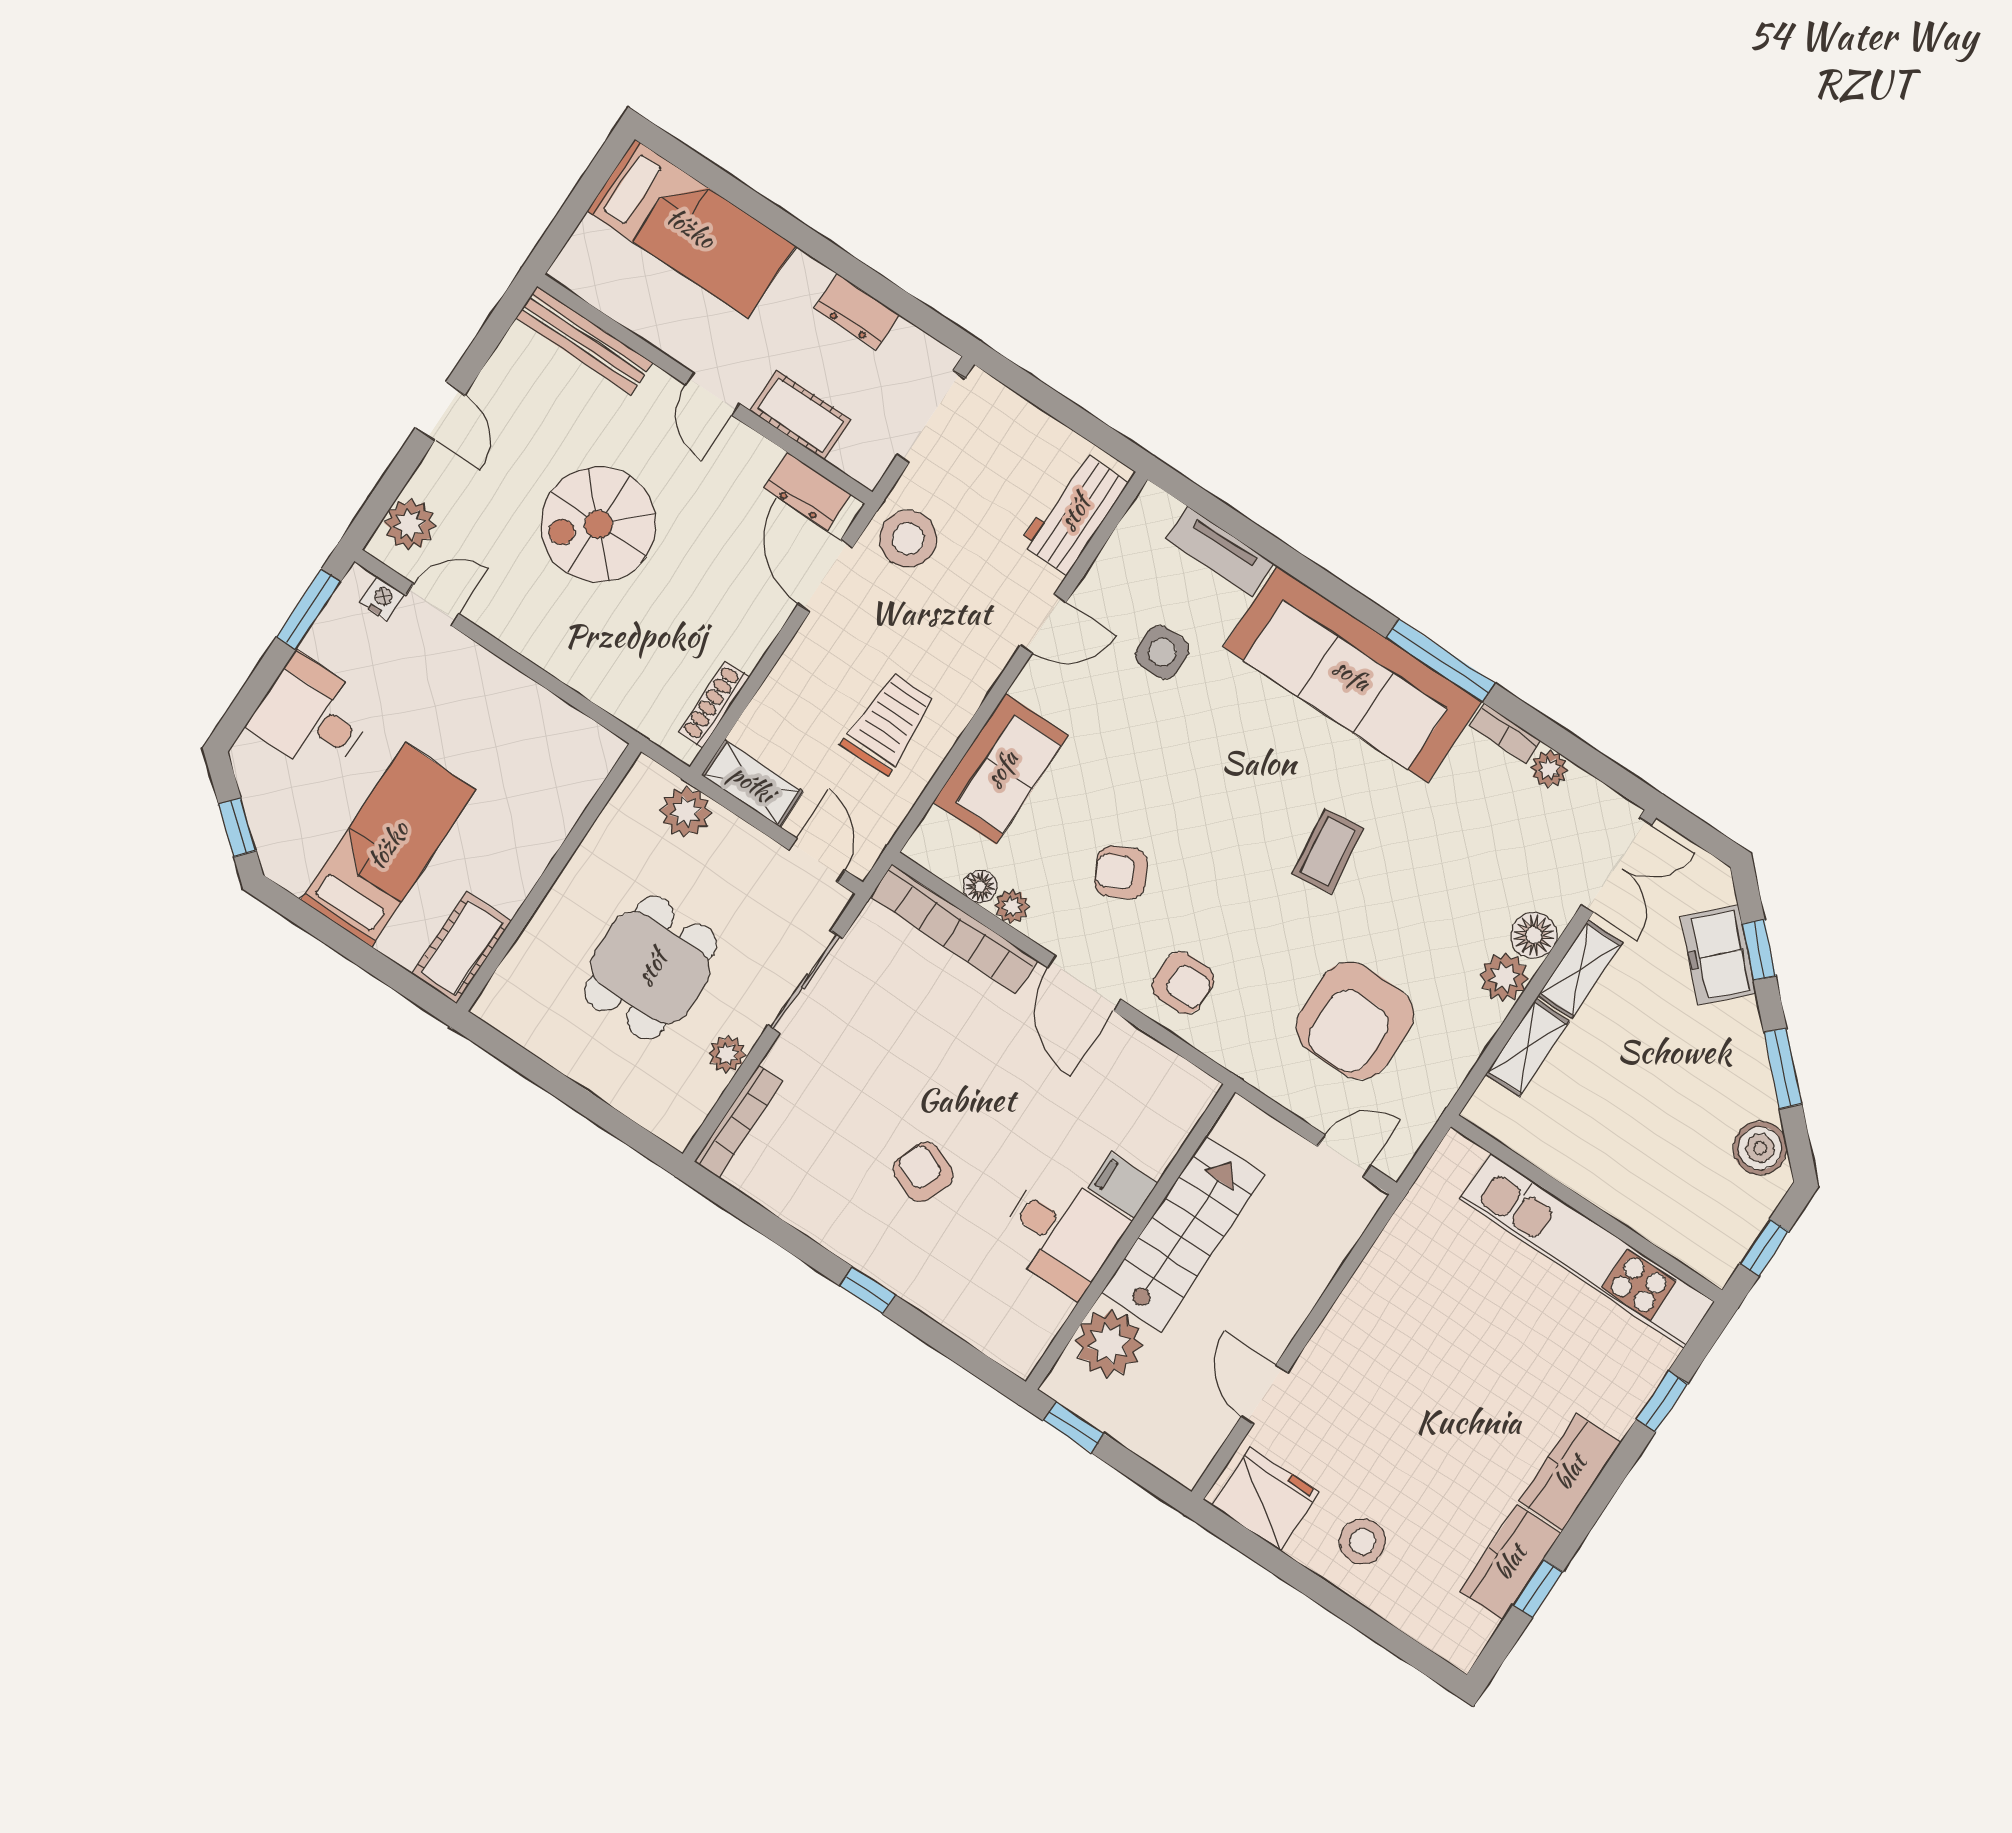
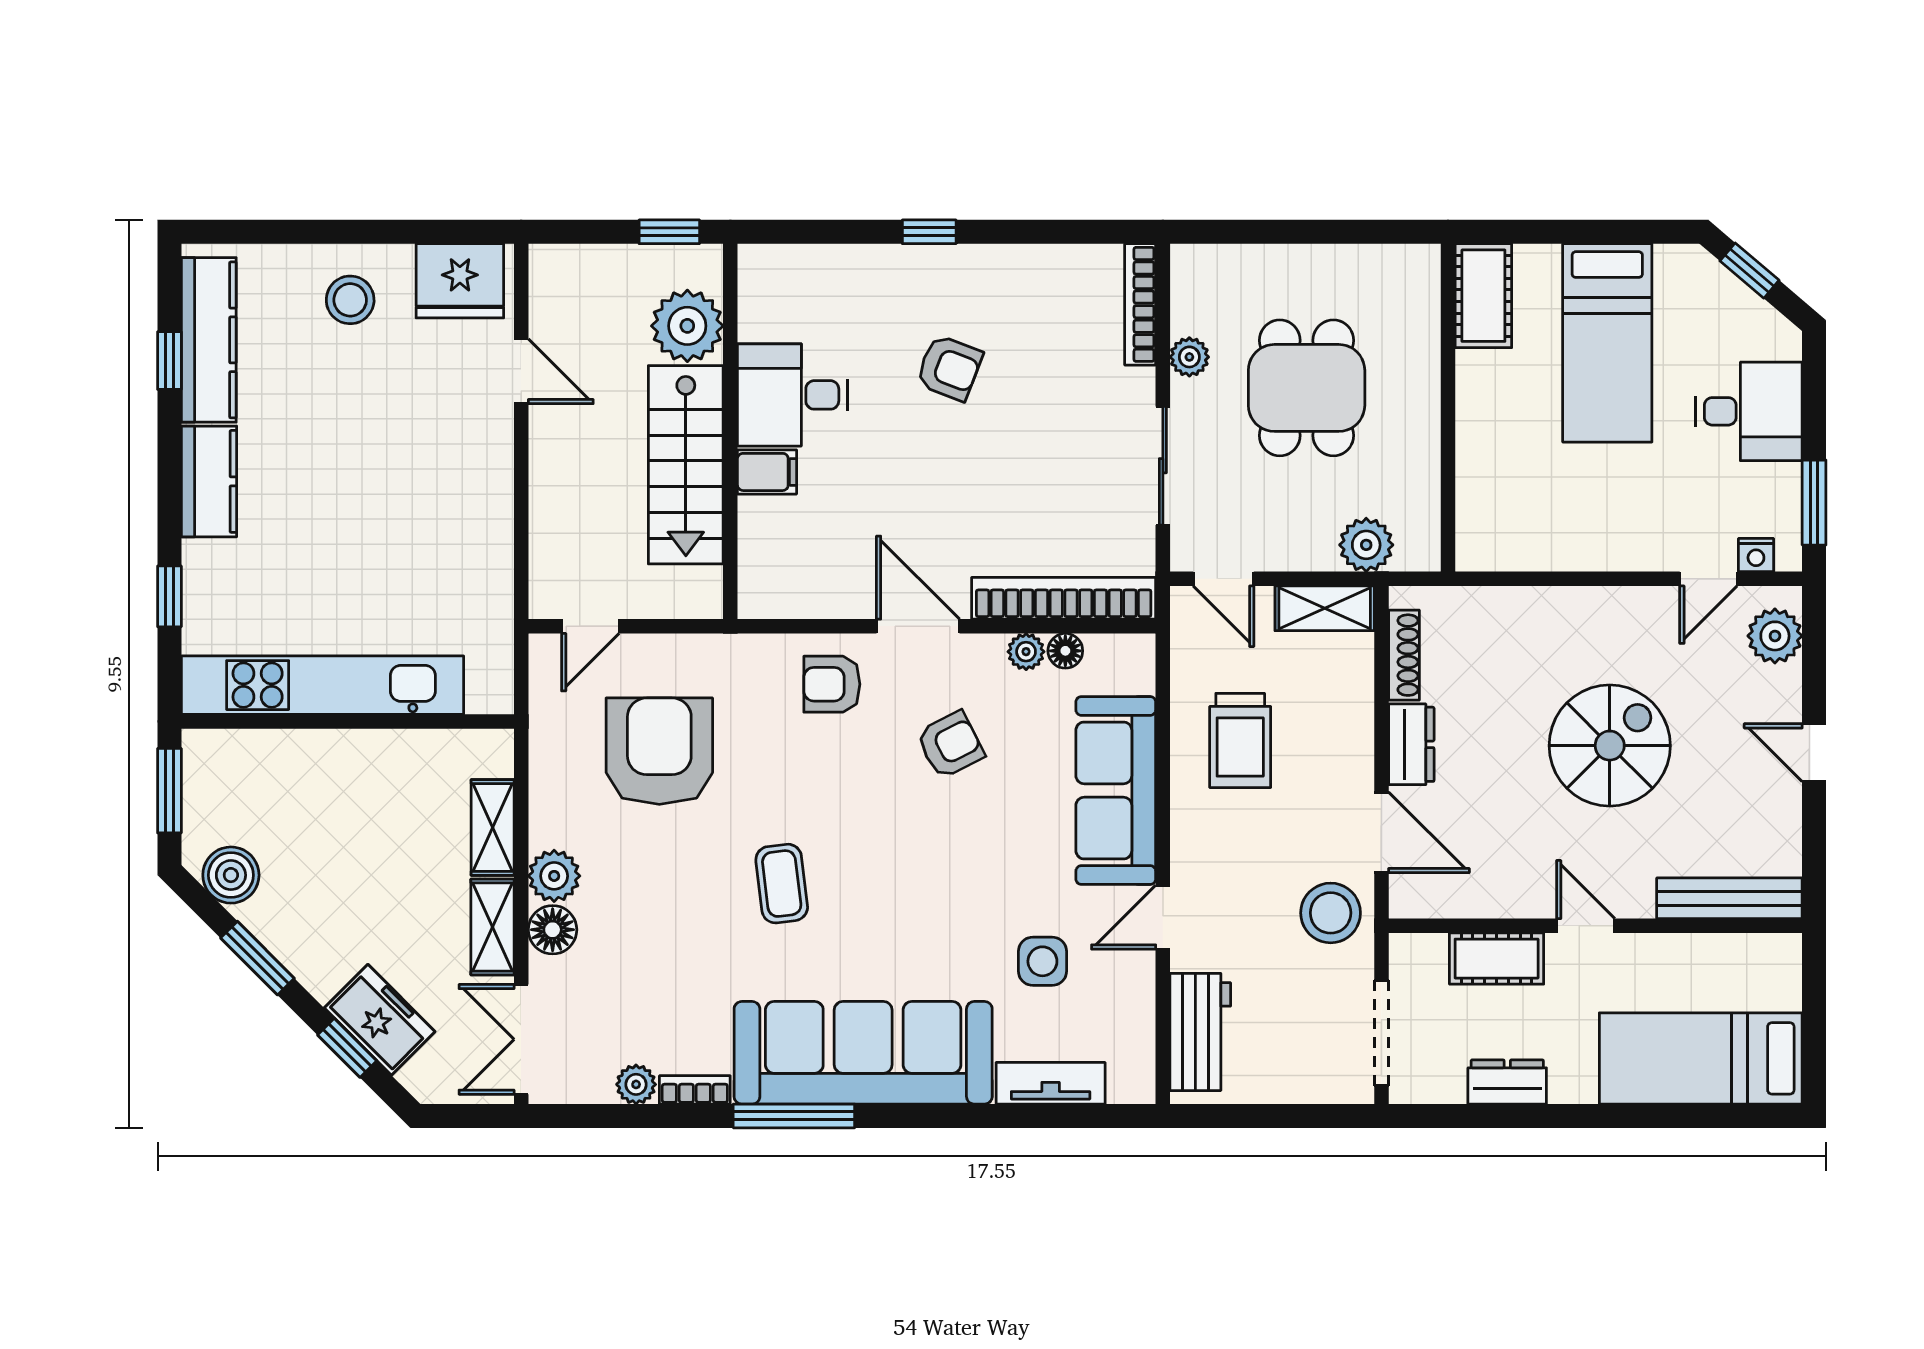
dresser: (807, 491) -> (1411, 744), moved, turned 90
sofa: (1001, 769) -> (1116, 790), width x1.36
window: (1764, 1247) -> (169, 791), width x1.50
kitchen counter: (1510, 1562) -> (209, 340), width x1.50

